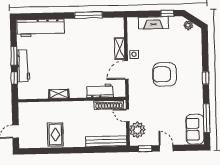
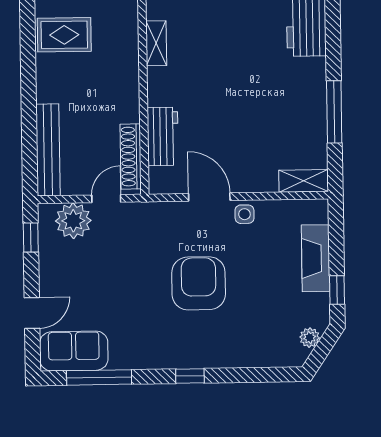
shelving: (120, 48) -> (304, 181), moved
door: (166, 148) -> (32, 313), moved

